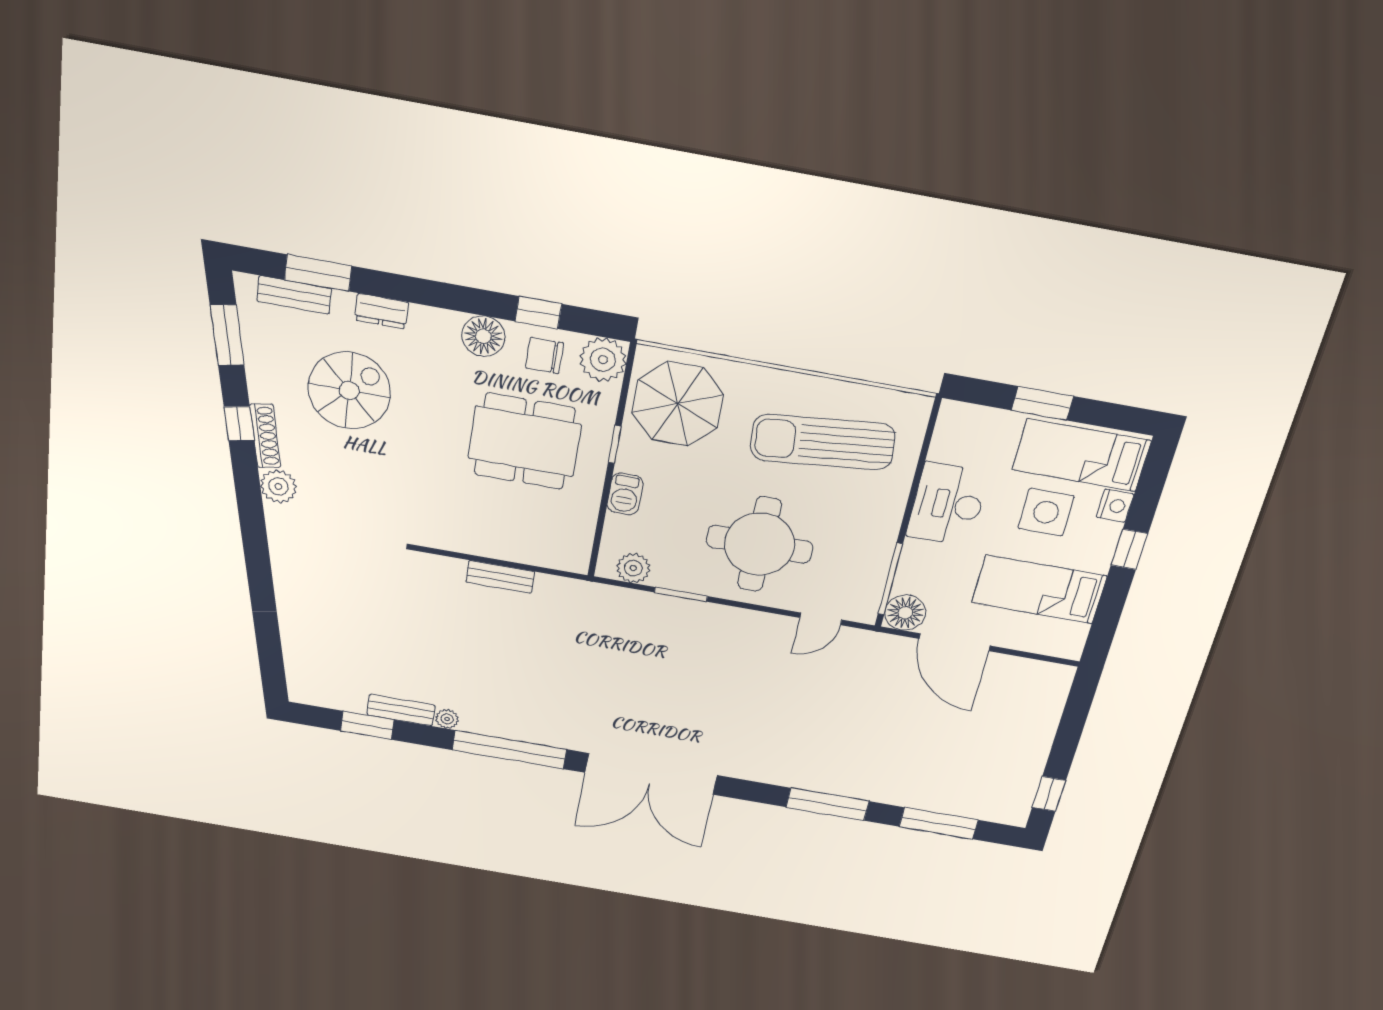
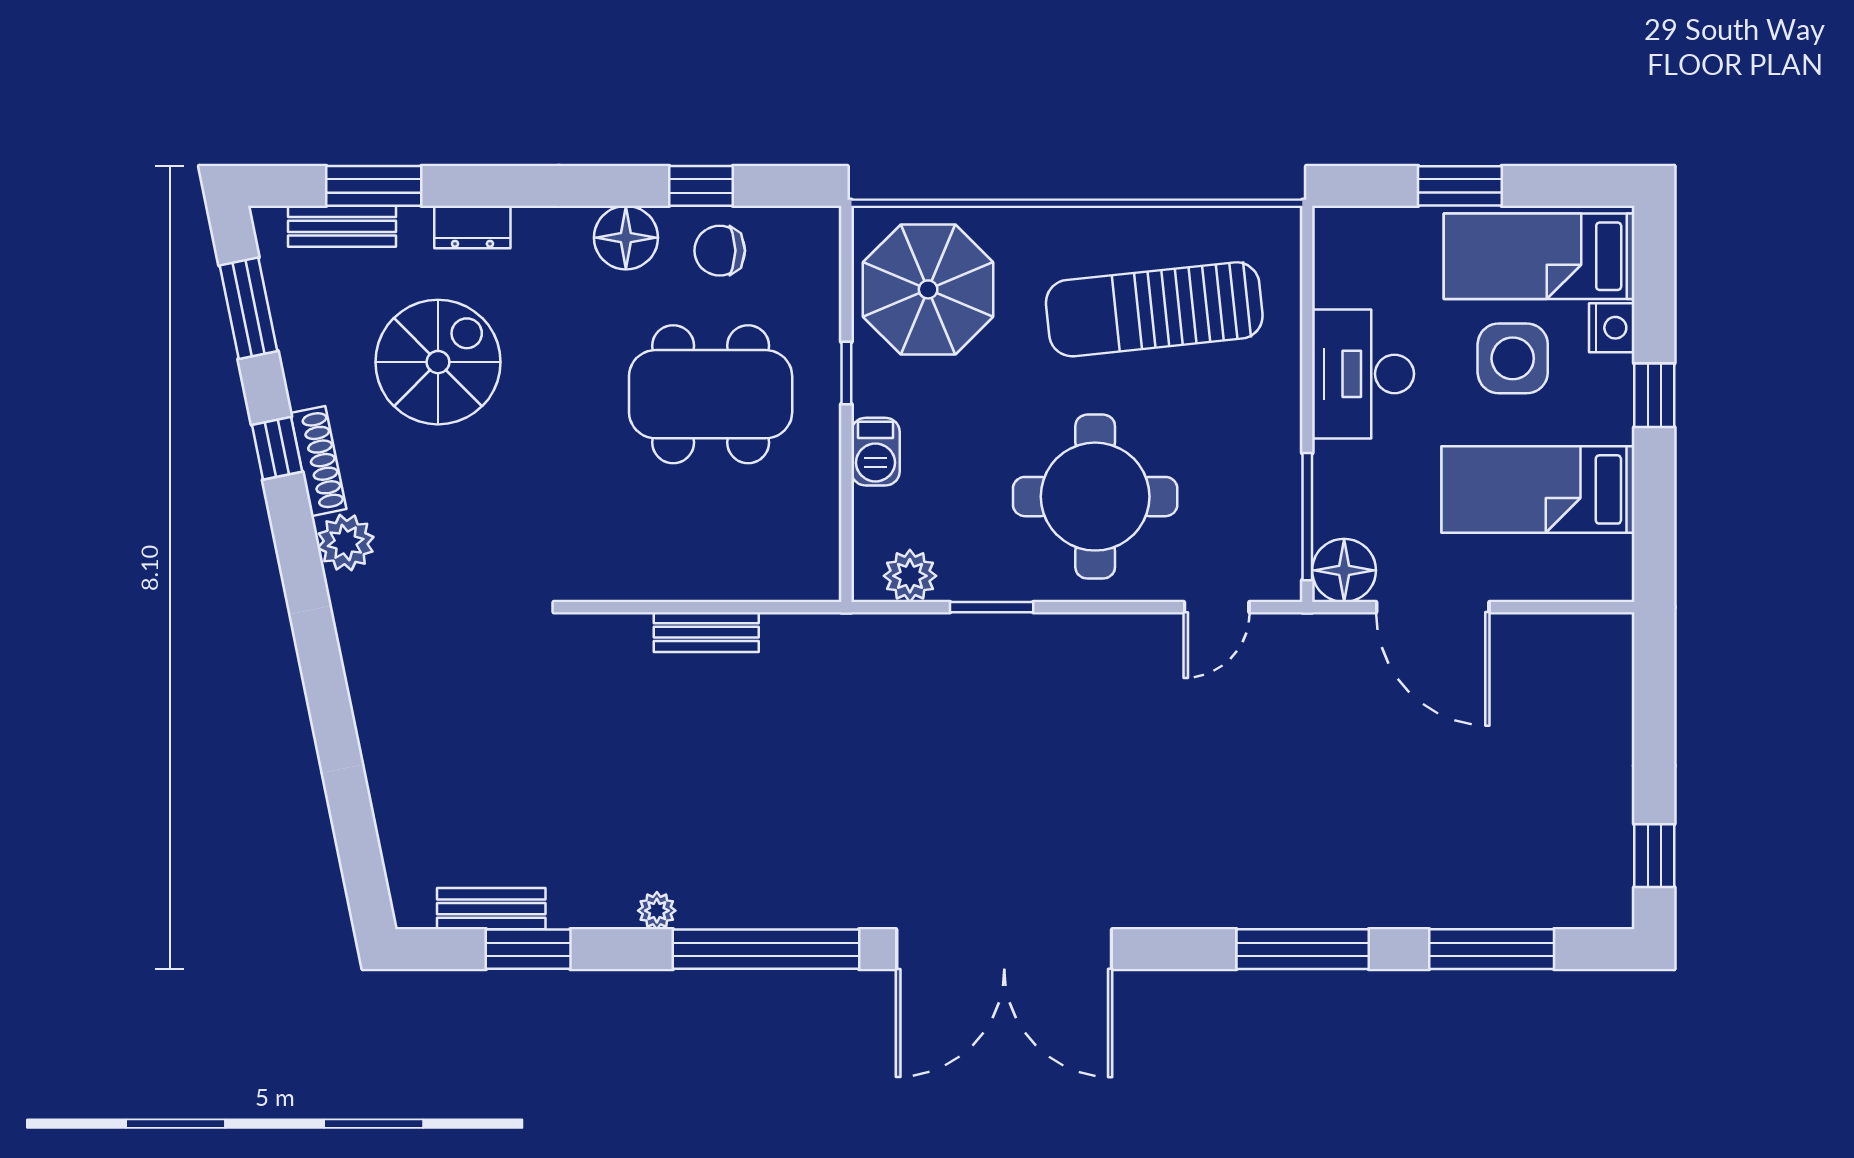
plant: (603, 360) -> (806, 241), removed
bench: (401, 710) -> (491, 909), moved

